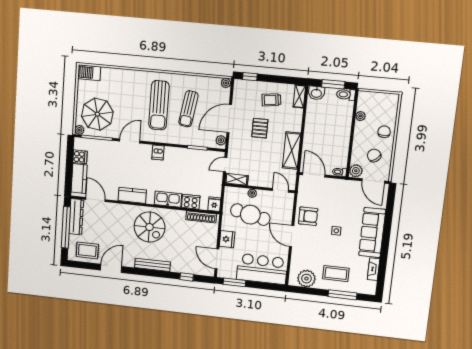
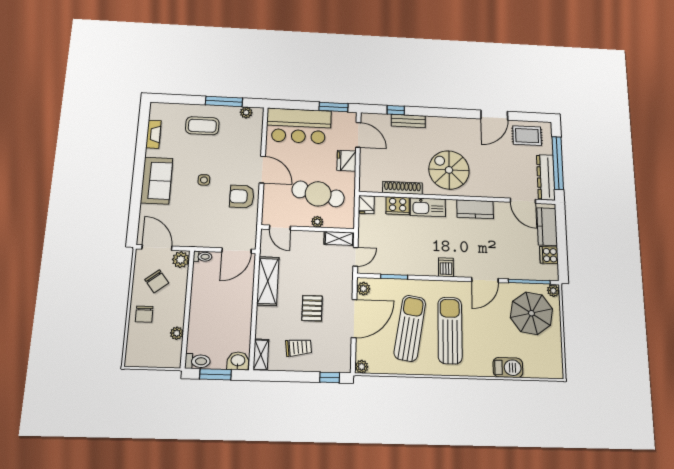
barbecue: (90, 73) -> (508, 368), moved
sun lounger: (188, 109) -> (410, 328), width x1.36, depth x1.34
door: (314, 175) -> (237, 251), hinge flipped
shoe rack: (201, 217) -> (402, 188), moved
sofa: (372, 233) -> (157, 181), width x0.73
bench: (152, 265) -> (408, 121), moved, width x0.73
plant: (306, 279) -> (246, 112), width x0.53, depth x0.53
window: (343, 295) -> (224, 101), moved

